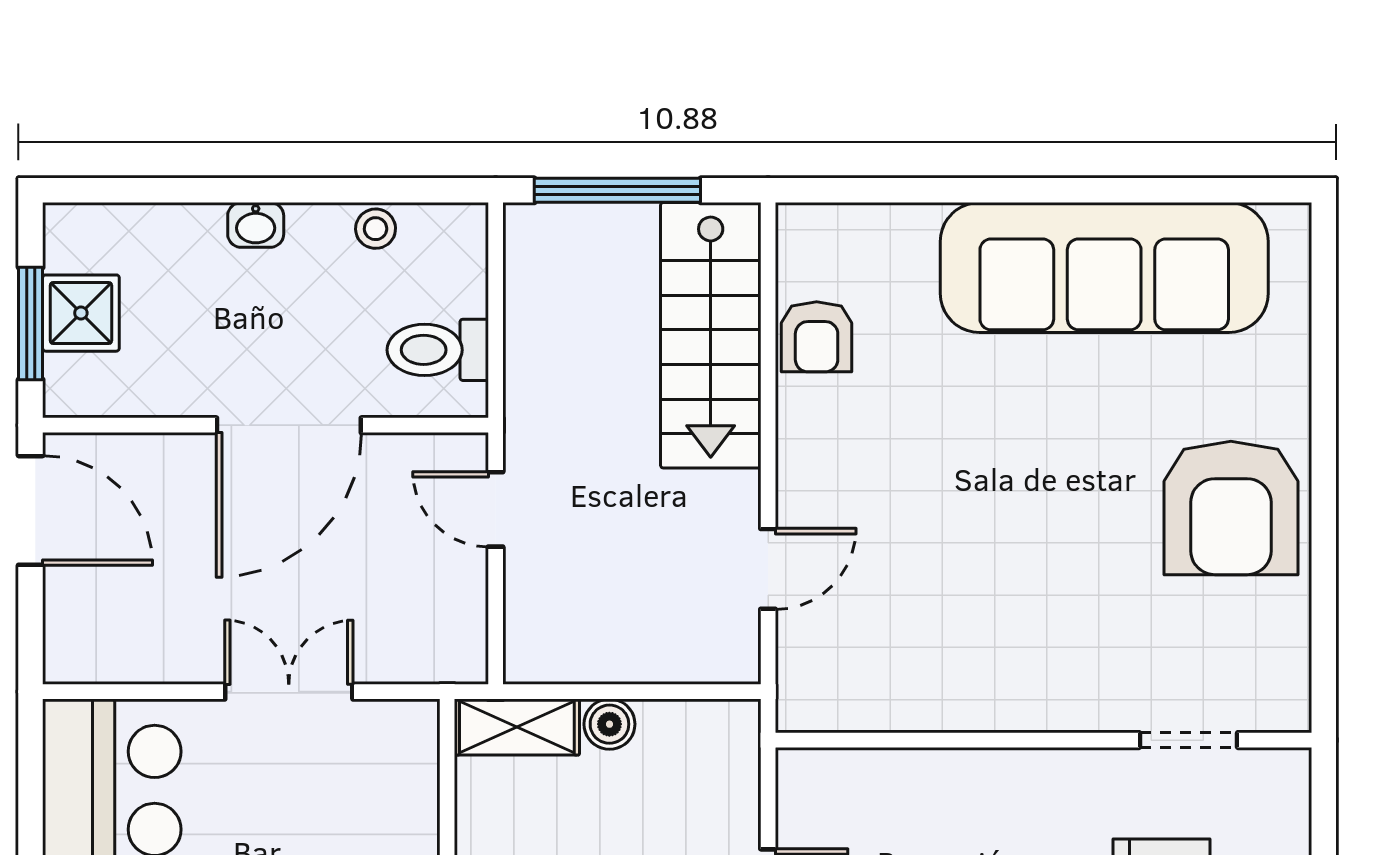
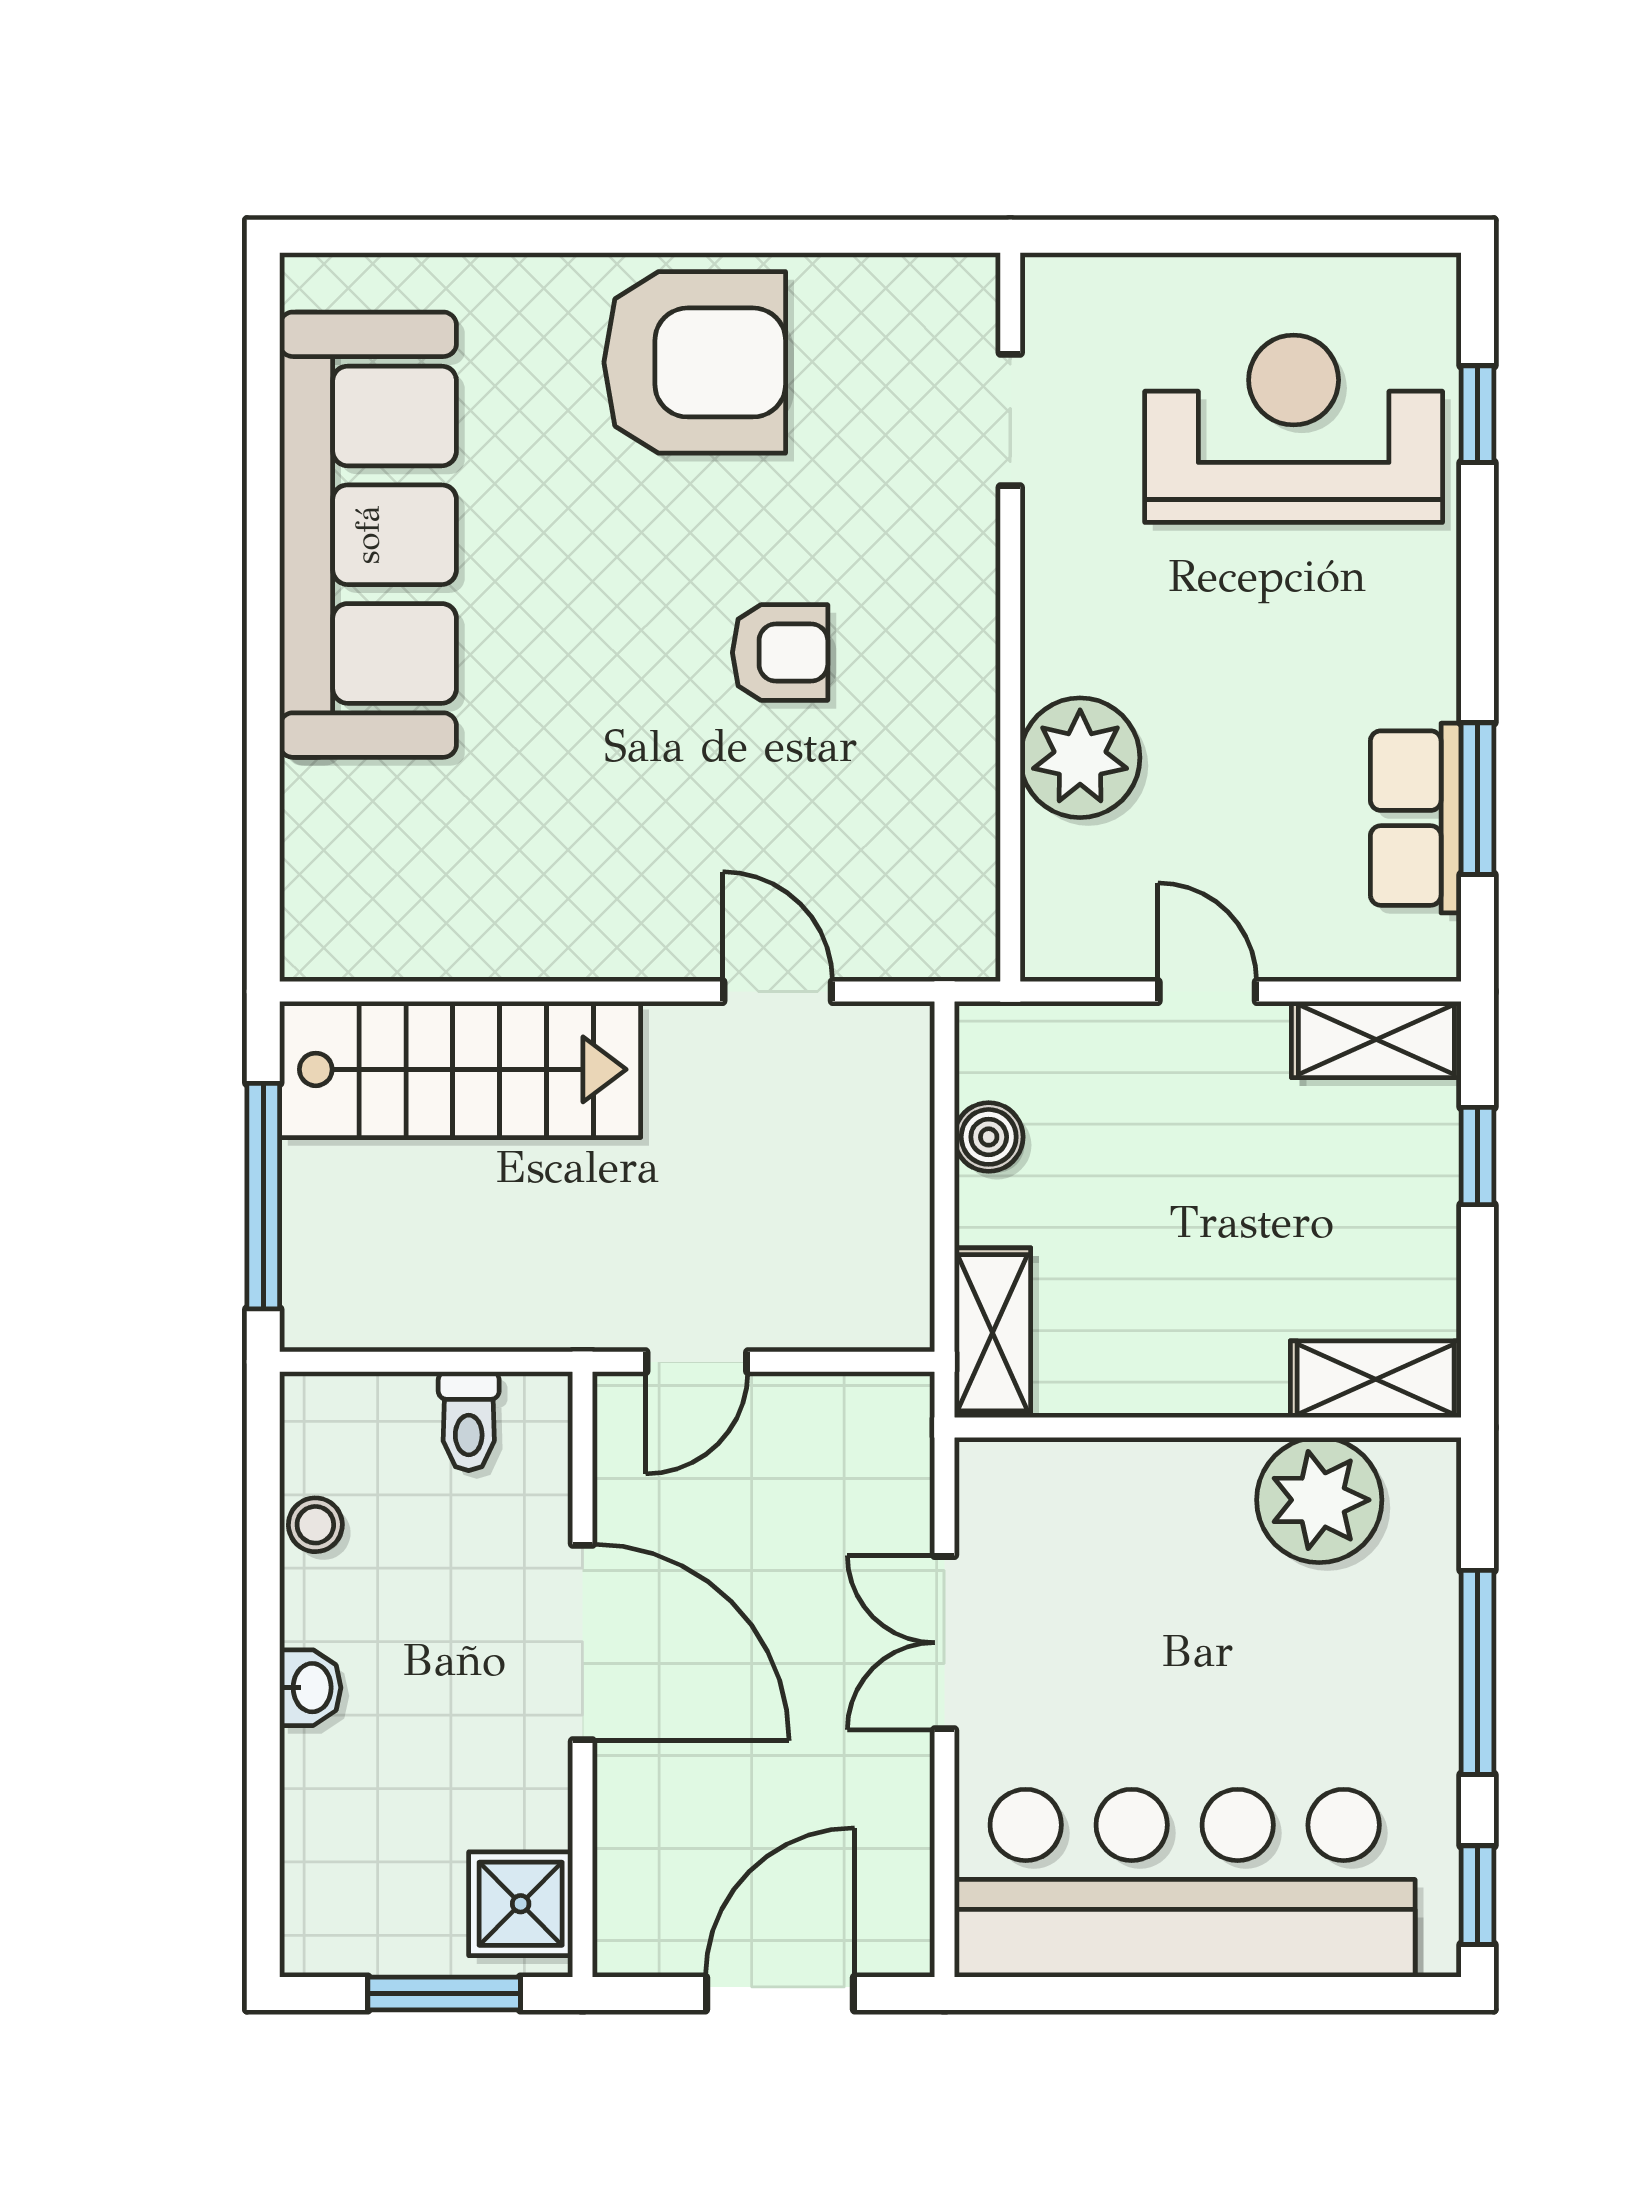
shower: (81, 313) -> (521, 1904), moved
armchair: (817, 337) -> (780, 653), moved
toilet: (438, 350) -> (469, 1421), width x0.73, depth x0.72
door: (31, 510) -> (780, 1993), moved
boiler: (609, 724) -> (989, 1137), moved
plant: (940, 791) -> (1080, 758), added

